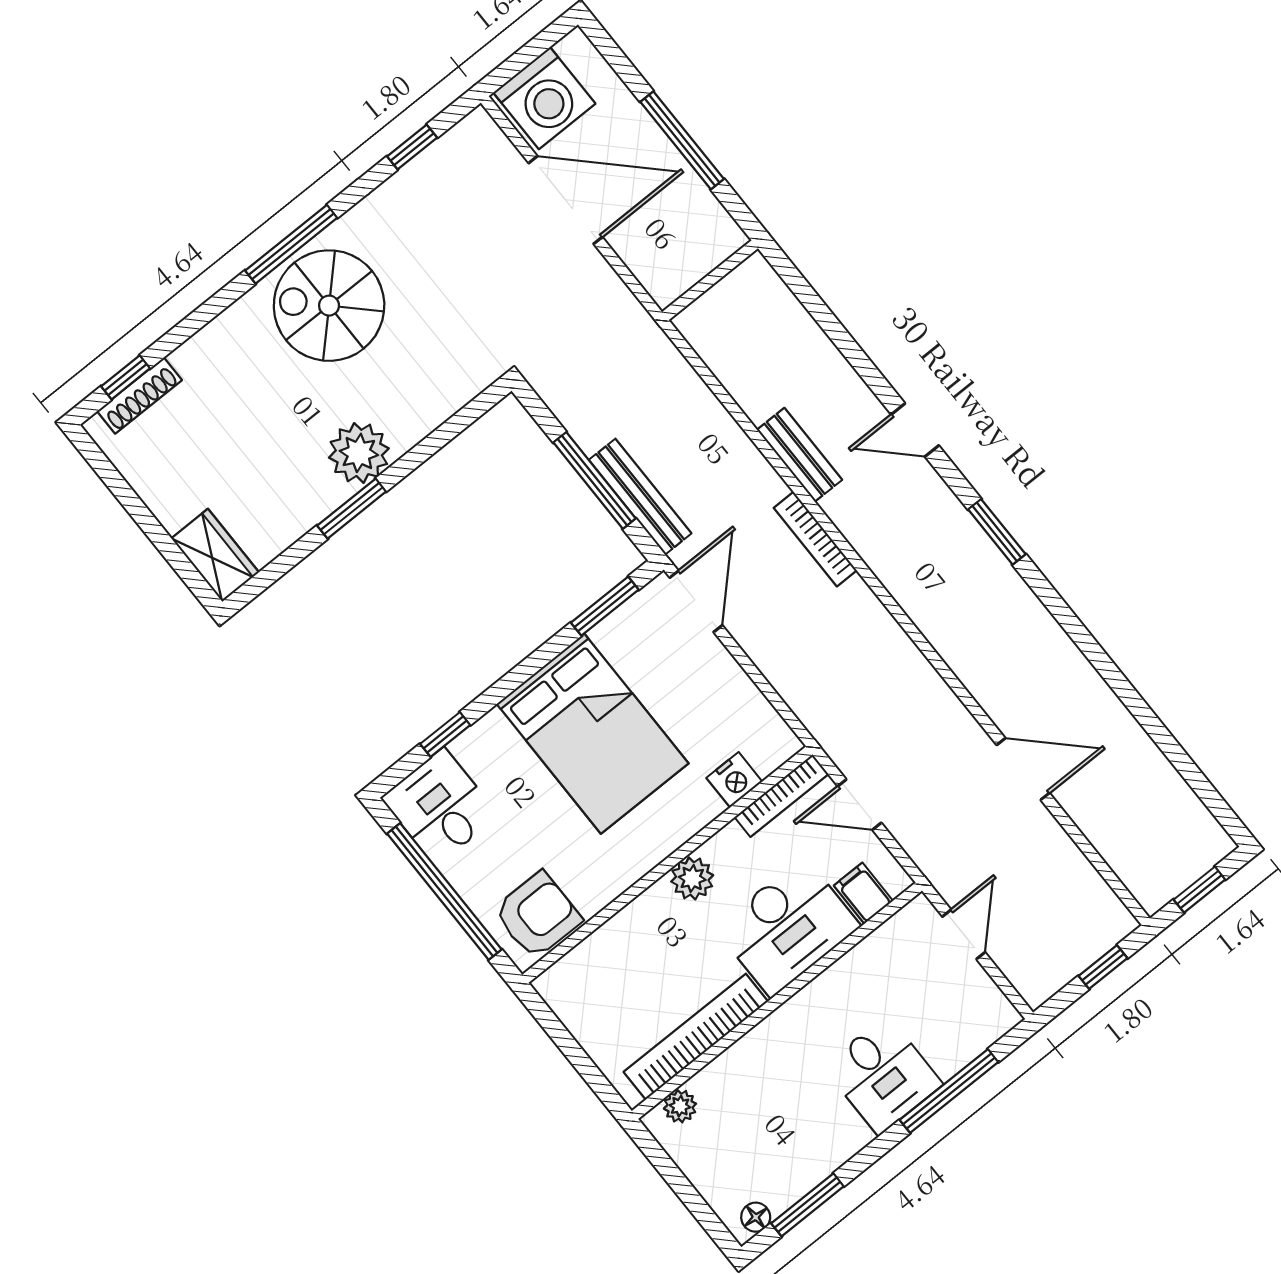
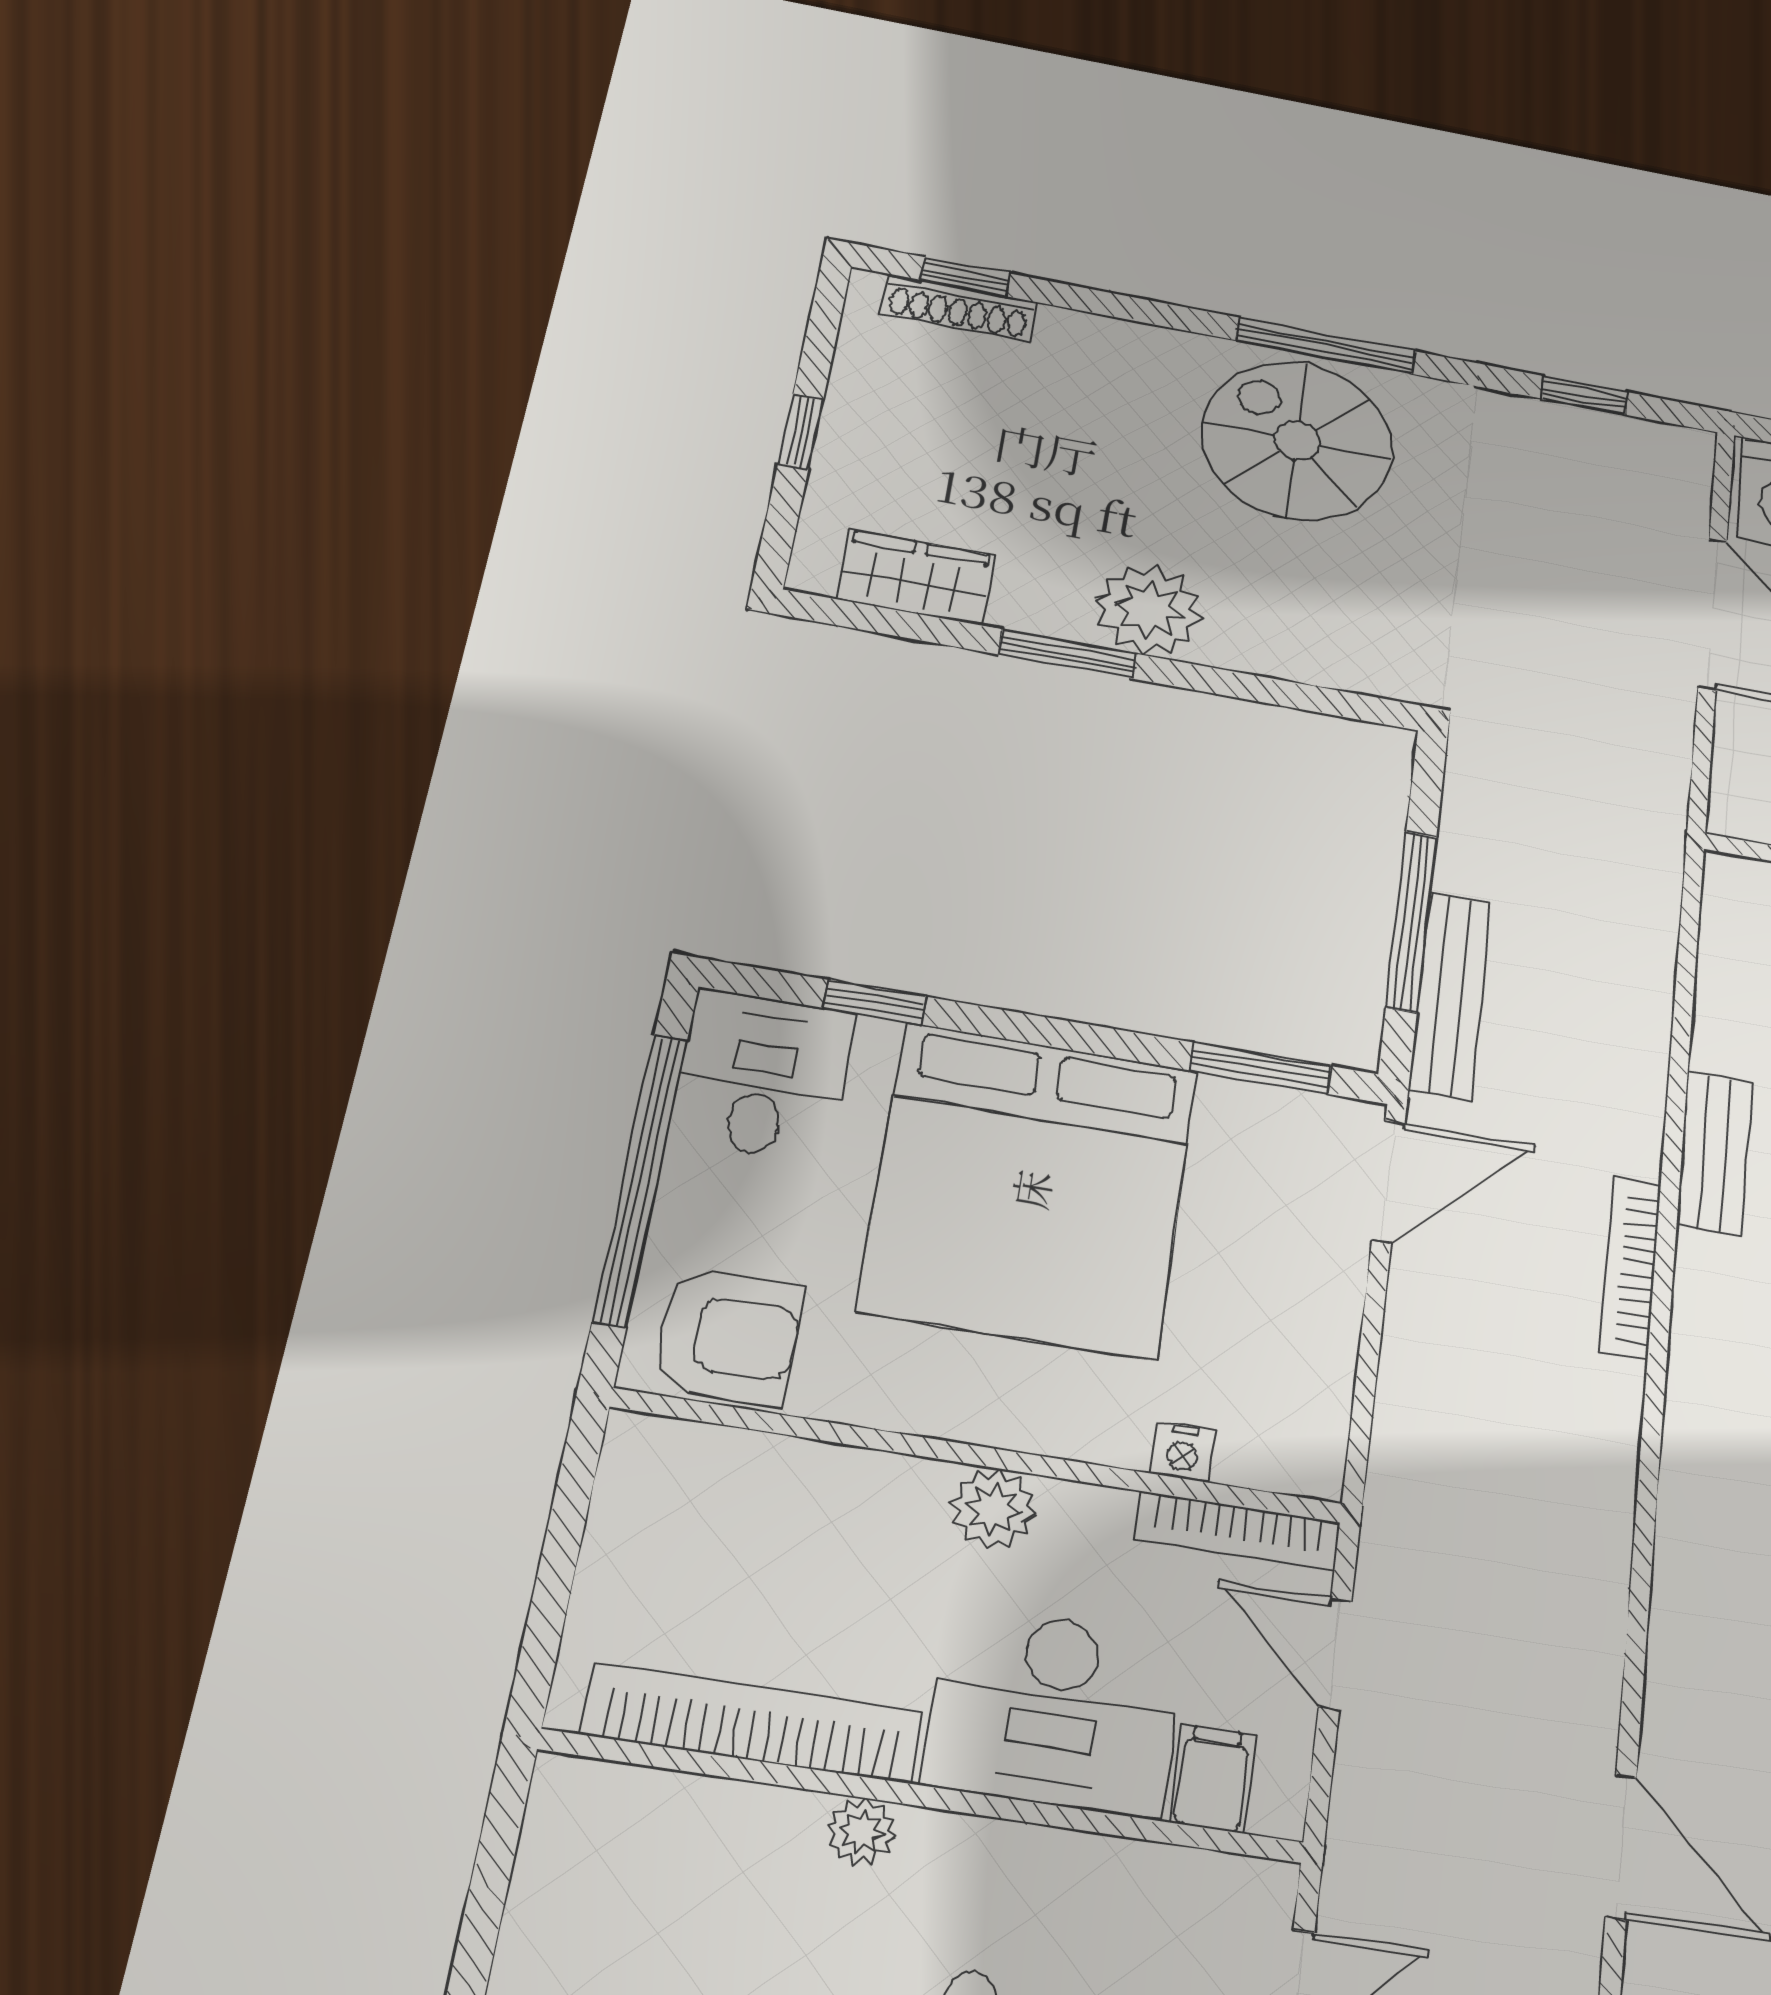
window: (149, 524) -> (801, 431), added
wardrobe: (215, 555) -> (915, 577), moved, turned -90
bed: (593, 734) -> (1030, 1189), width x1.36
nightstand: (734, 780) -> (1183, 1452), width x0.72, depth x0.74
plant: (680, 1106) -> (861, 1832), moved

